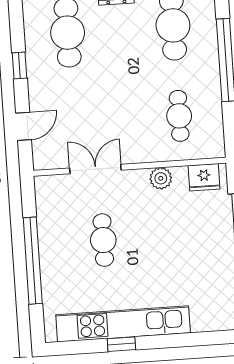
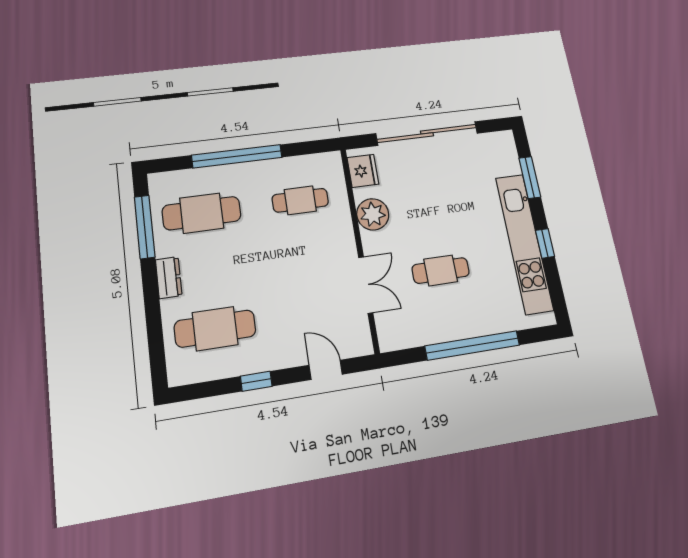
double door: (95, 169) -> (366, 285), swing flipped
plant: (161, 178) -> (373, 214), width x1.36, depth x1.36
window: (187, 340) -> (530, 178), added

